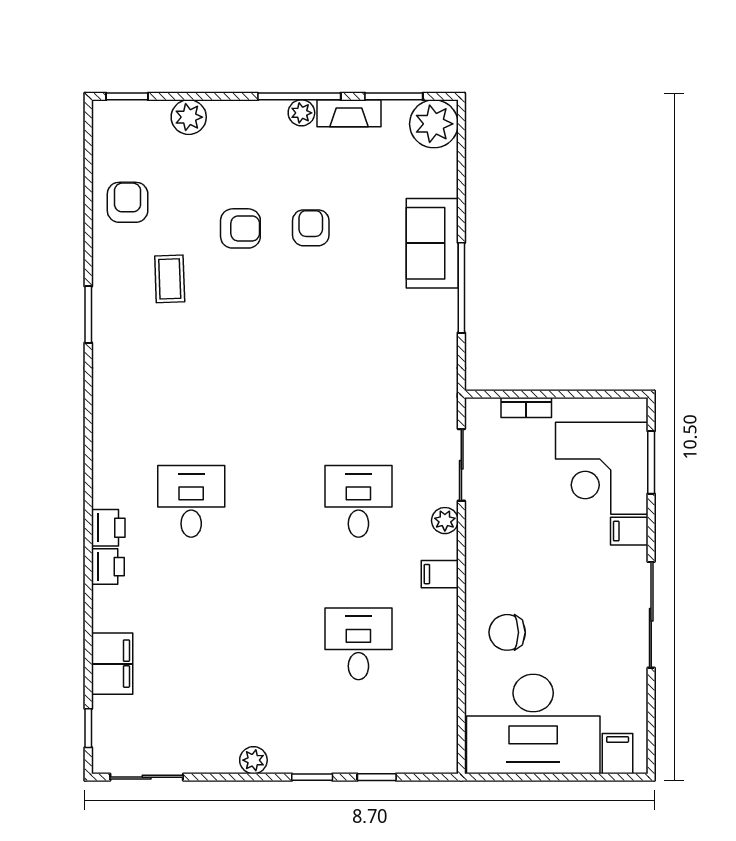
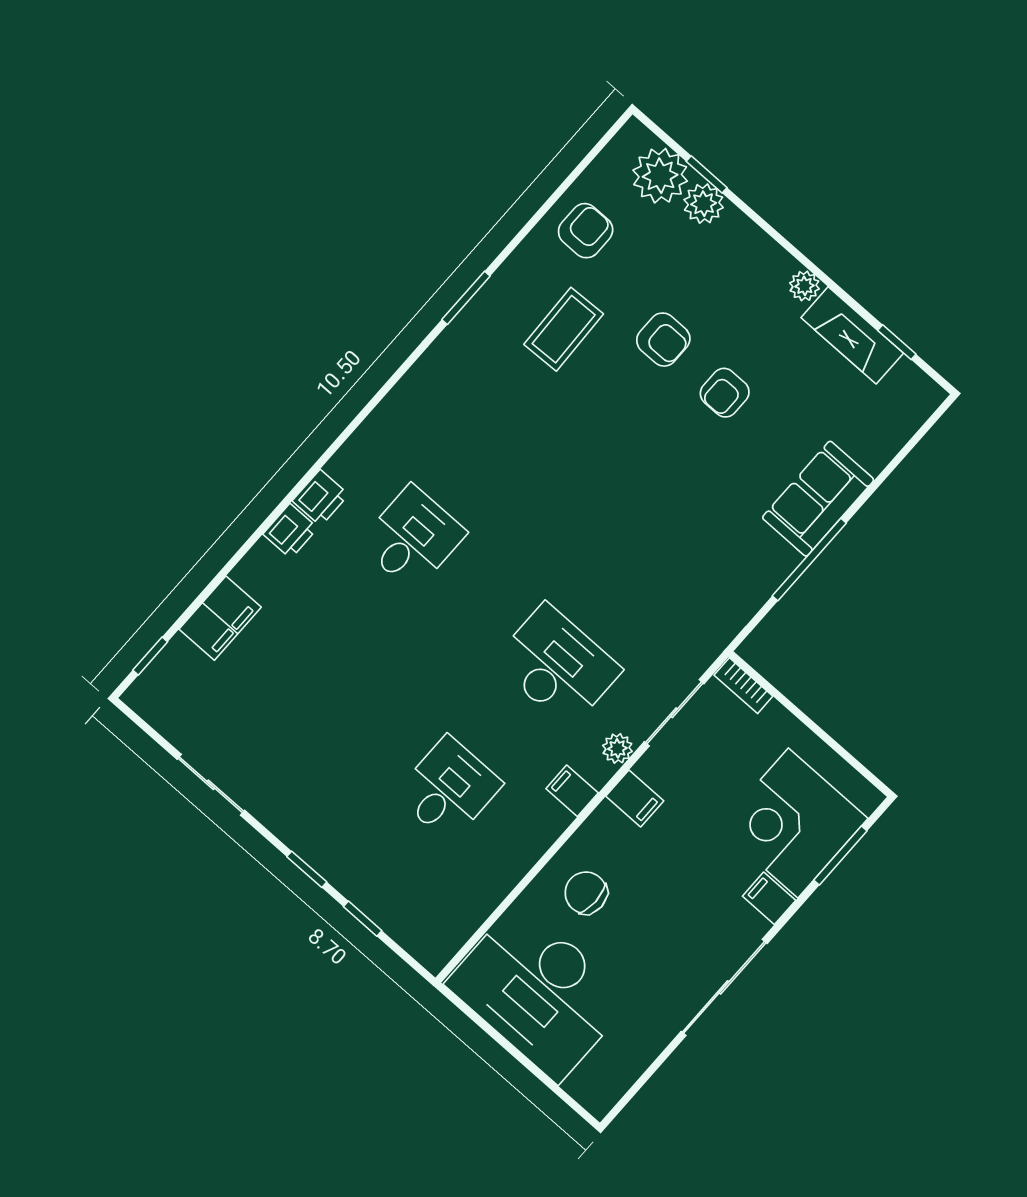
window: (127, 96) -> (707, 174), moved
window: (299, 96) -> (815, 270), removed
window: (394, 96) -> (897, 342), width x0.67
fireplace: (349, 113) -> (852, 335), width x1.37, depth x1.32
plant: (434, 124) -> (660, 176), moved
armchair: (311, 228) -> (725, 393), turned 180
coffee table: (170, 279) -> (564, 329), width x1.36, depth x1.30
bookcase: (526, 408) -> (743, 686), moved
desk: (358, 501) -> (557, 666), width x1.37
filing cabinet: (618, 754) -> (635, 799), moved, turned 90
plant: (253, 760) -> (269, 810), removed
sliding door: (147, 777) -> (211, 785), moved

